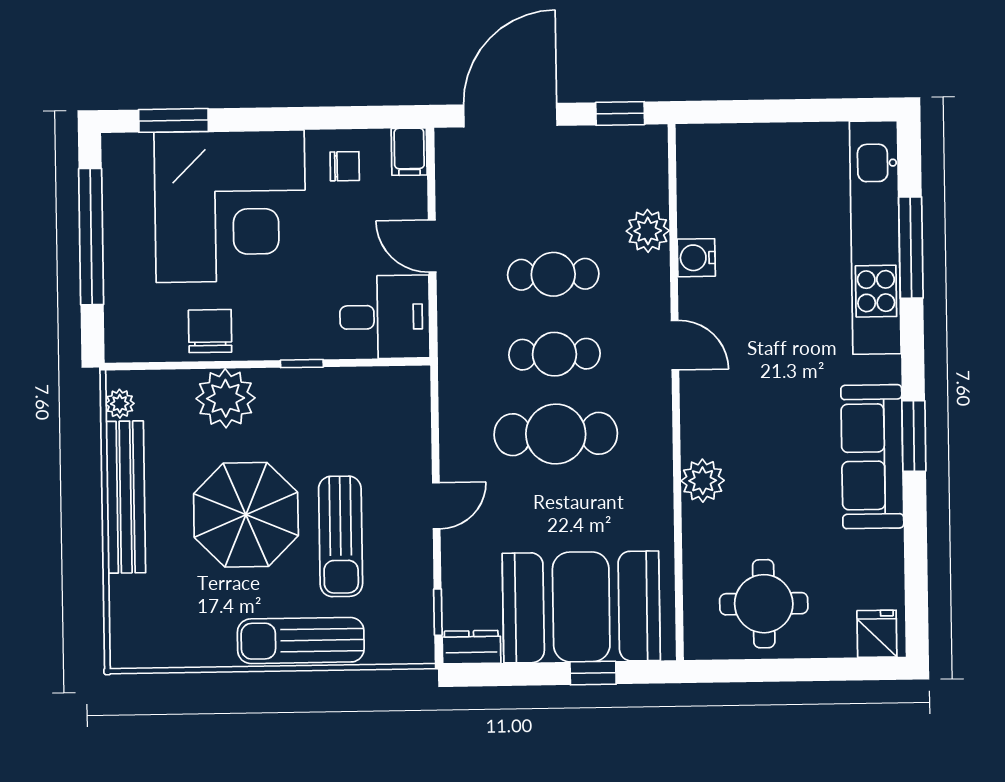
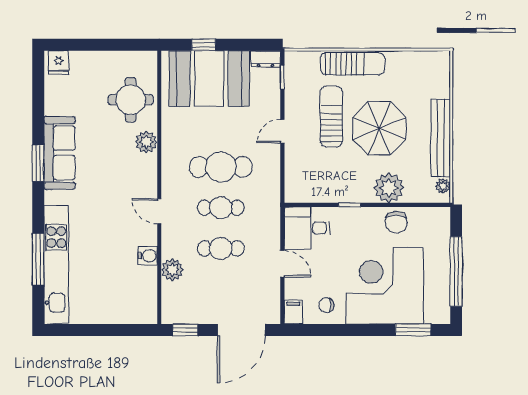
round table: (764, 604) -> (131, 100), moved

